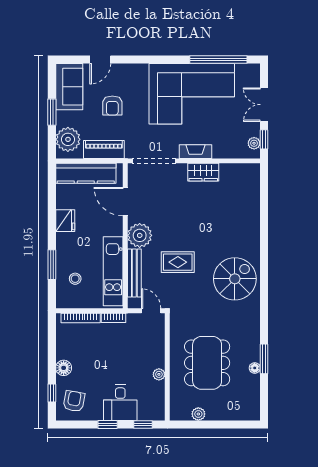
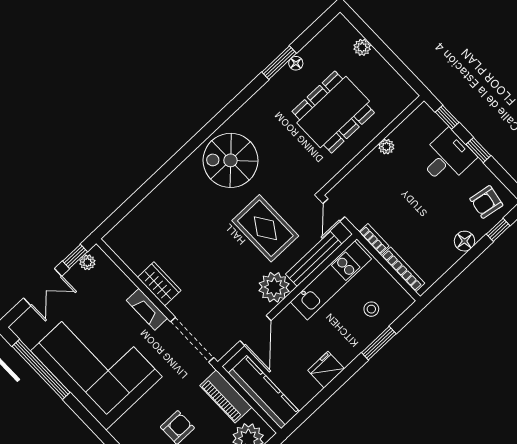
rug: (178, 262) -> (265, 228), width x1.36, depth x1.43
plant: (198, 414) -> (362, 47), moved

